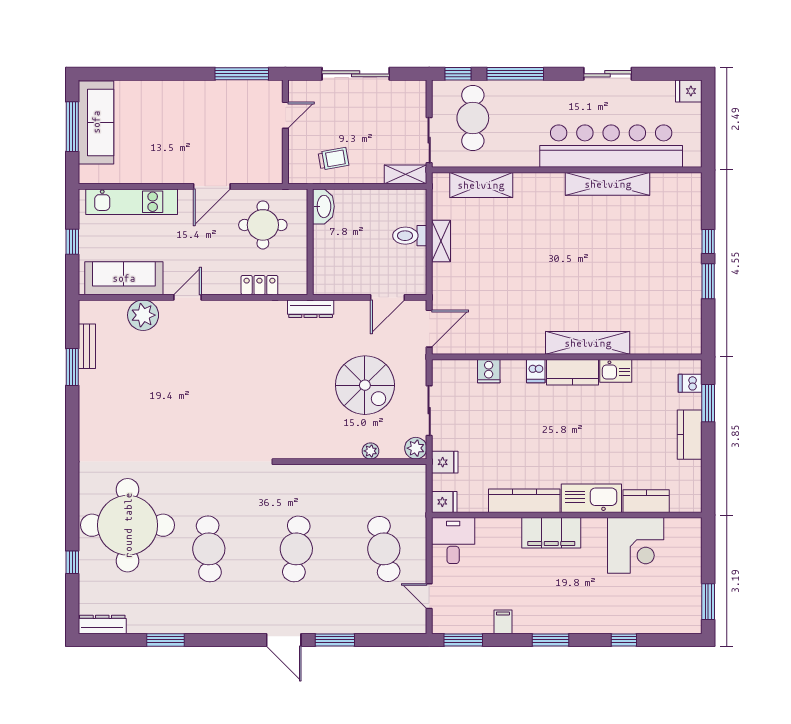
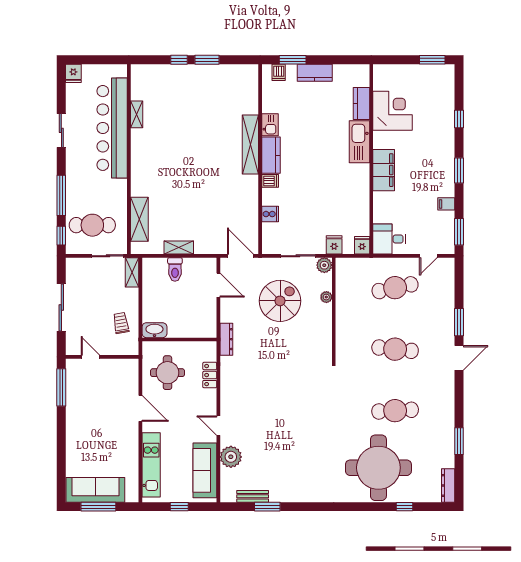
shelving: (608, 184) -> (137, 114), width x0.45, depth x0.75
kitchen counter: (524, 501) -> (361, 189), removed

